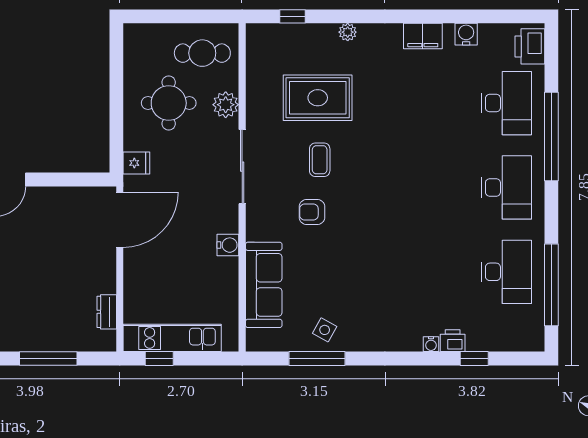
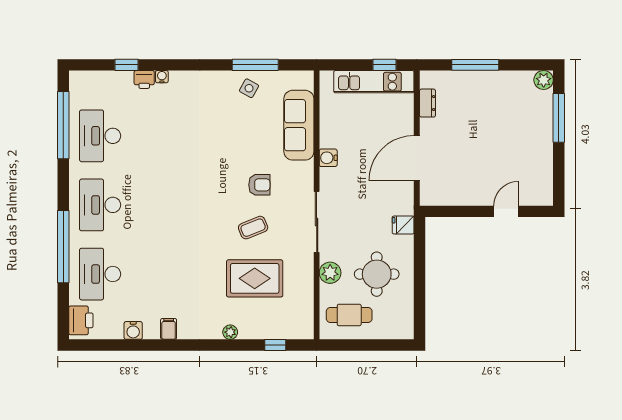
filing cabinet: (423, 36) -> (169, 329), width x0.50
coffee table: (320, 160) -> (253, 228), turned 68
door: (120, 220) -> (417, 158), moved

